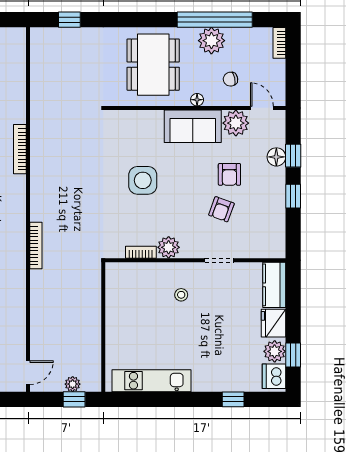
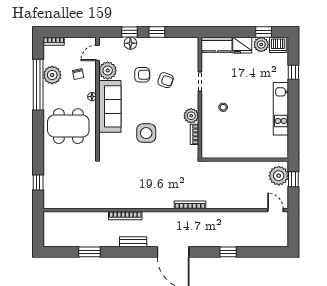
plant: (211, 41) -> (52, 75), moved
sofa: (193, 126) -> (110, 106), width x1.36
kitchen unit: (152, 381) -> (281, 109), moved
plant: (73, 384) -> (279, 176), width x1.87, depth x1.87

